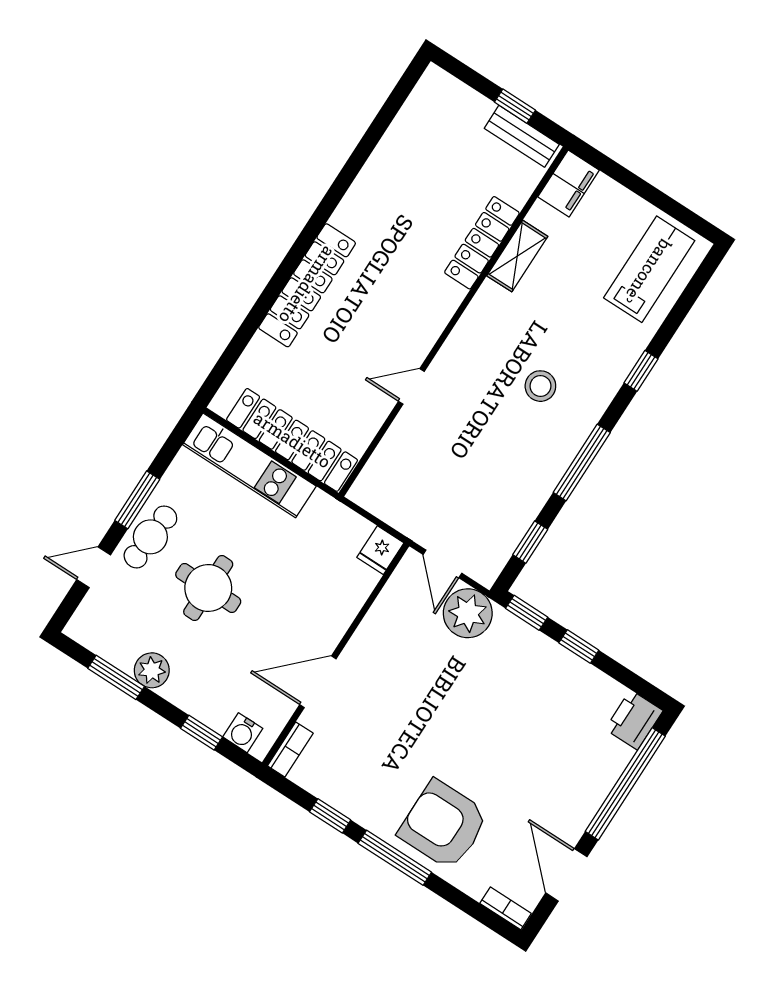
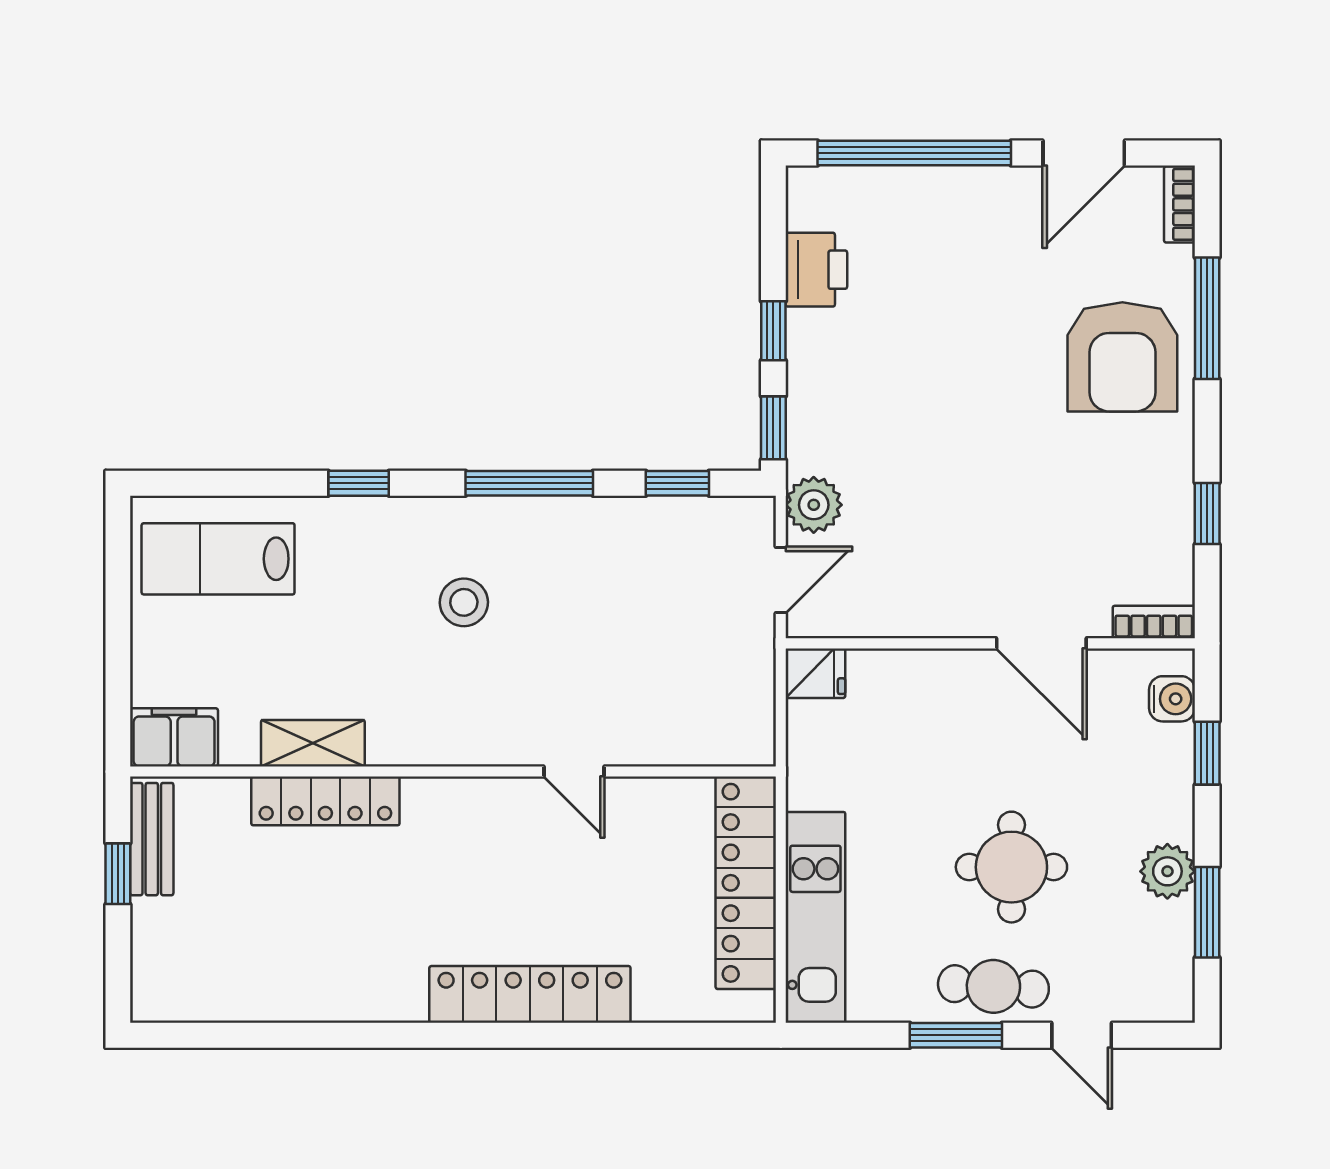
plant: (468, 613) -> (814, 505), width x0.73, depth x0.73
printer: (634, 720) -> (816, 270), moved, turned -90
window: (395, 858) -> (1207, 318), moved

